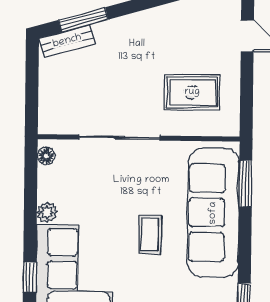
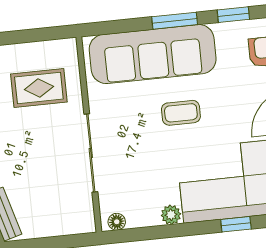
rug: (192, 92) -> (39, 88), turned 90
window: (246, 184) -> (175, 21), moved

